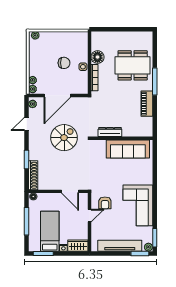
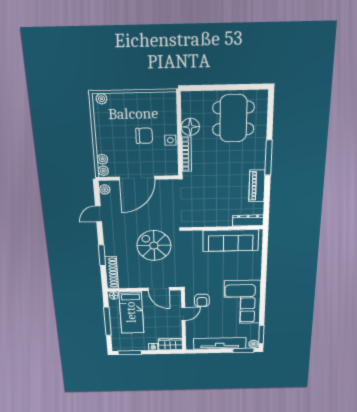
dining table: (133, 65) -> (233, 118), moved, turned 90
dresser: (110, 132) -> (248, 220), moved
spiral stairs: (64, 138) -> (154, 246), moved, turned -90
bed: (50, 231) -> (131, 312), moved, turned 180

